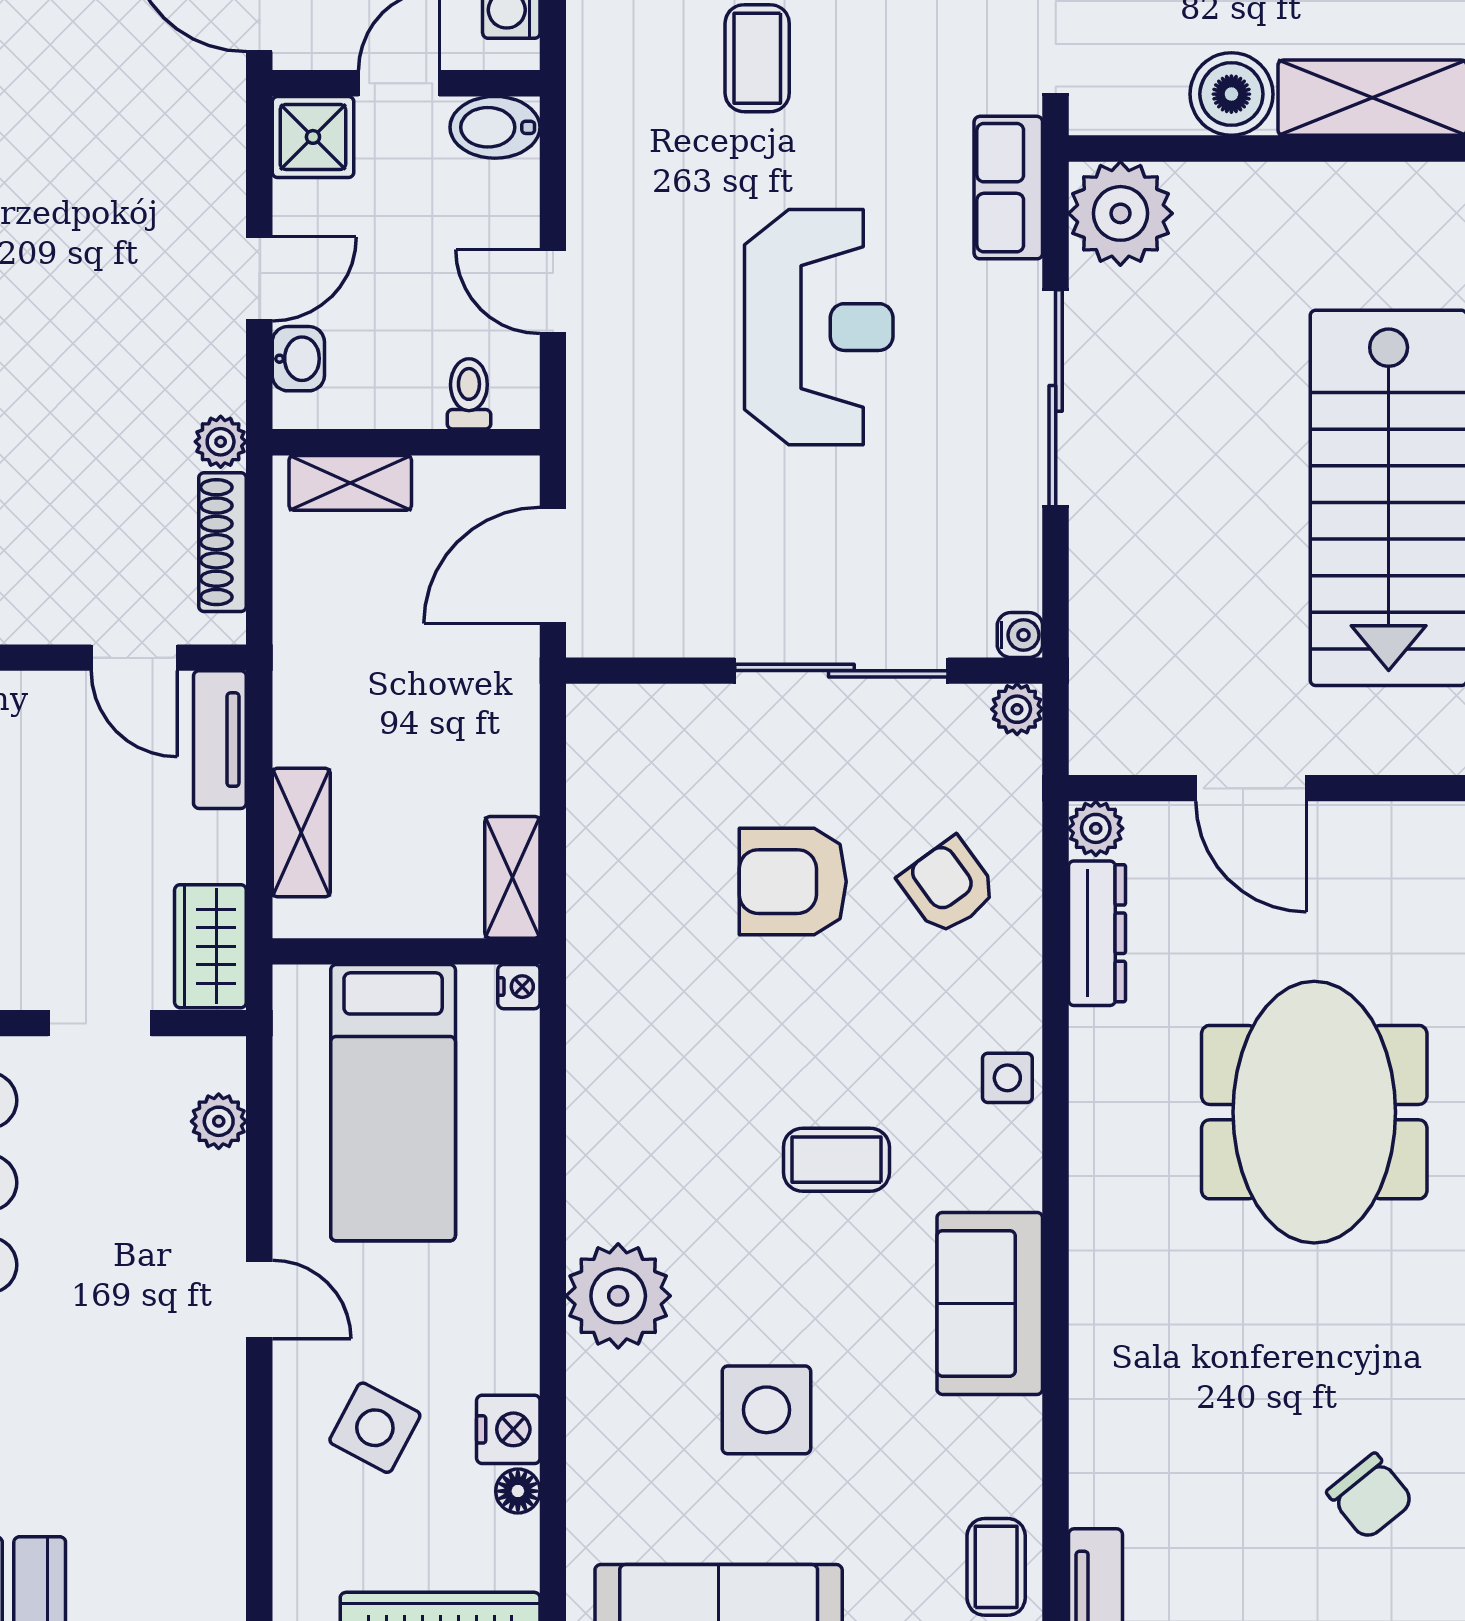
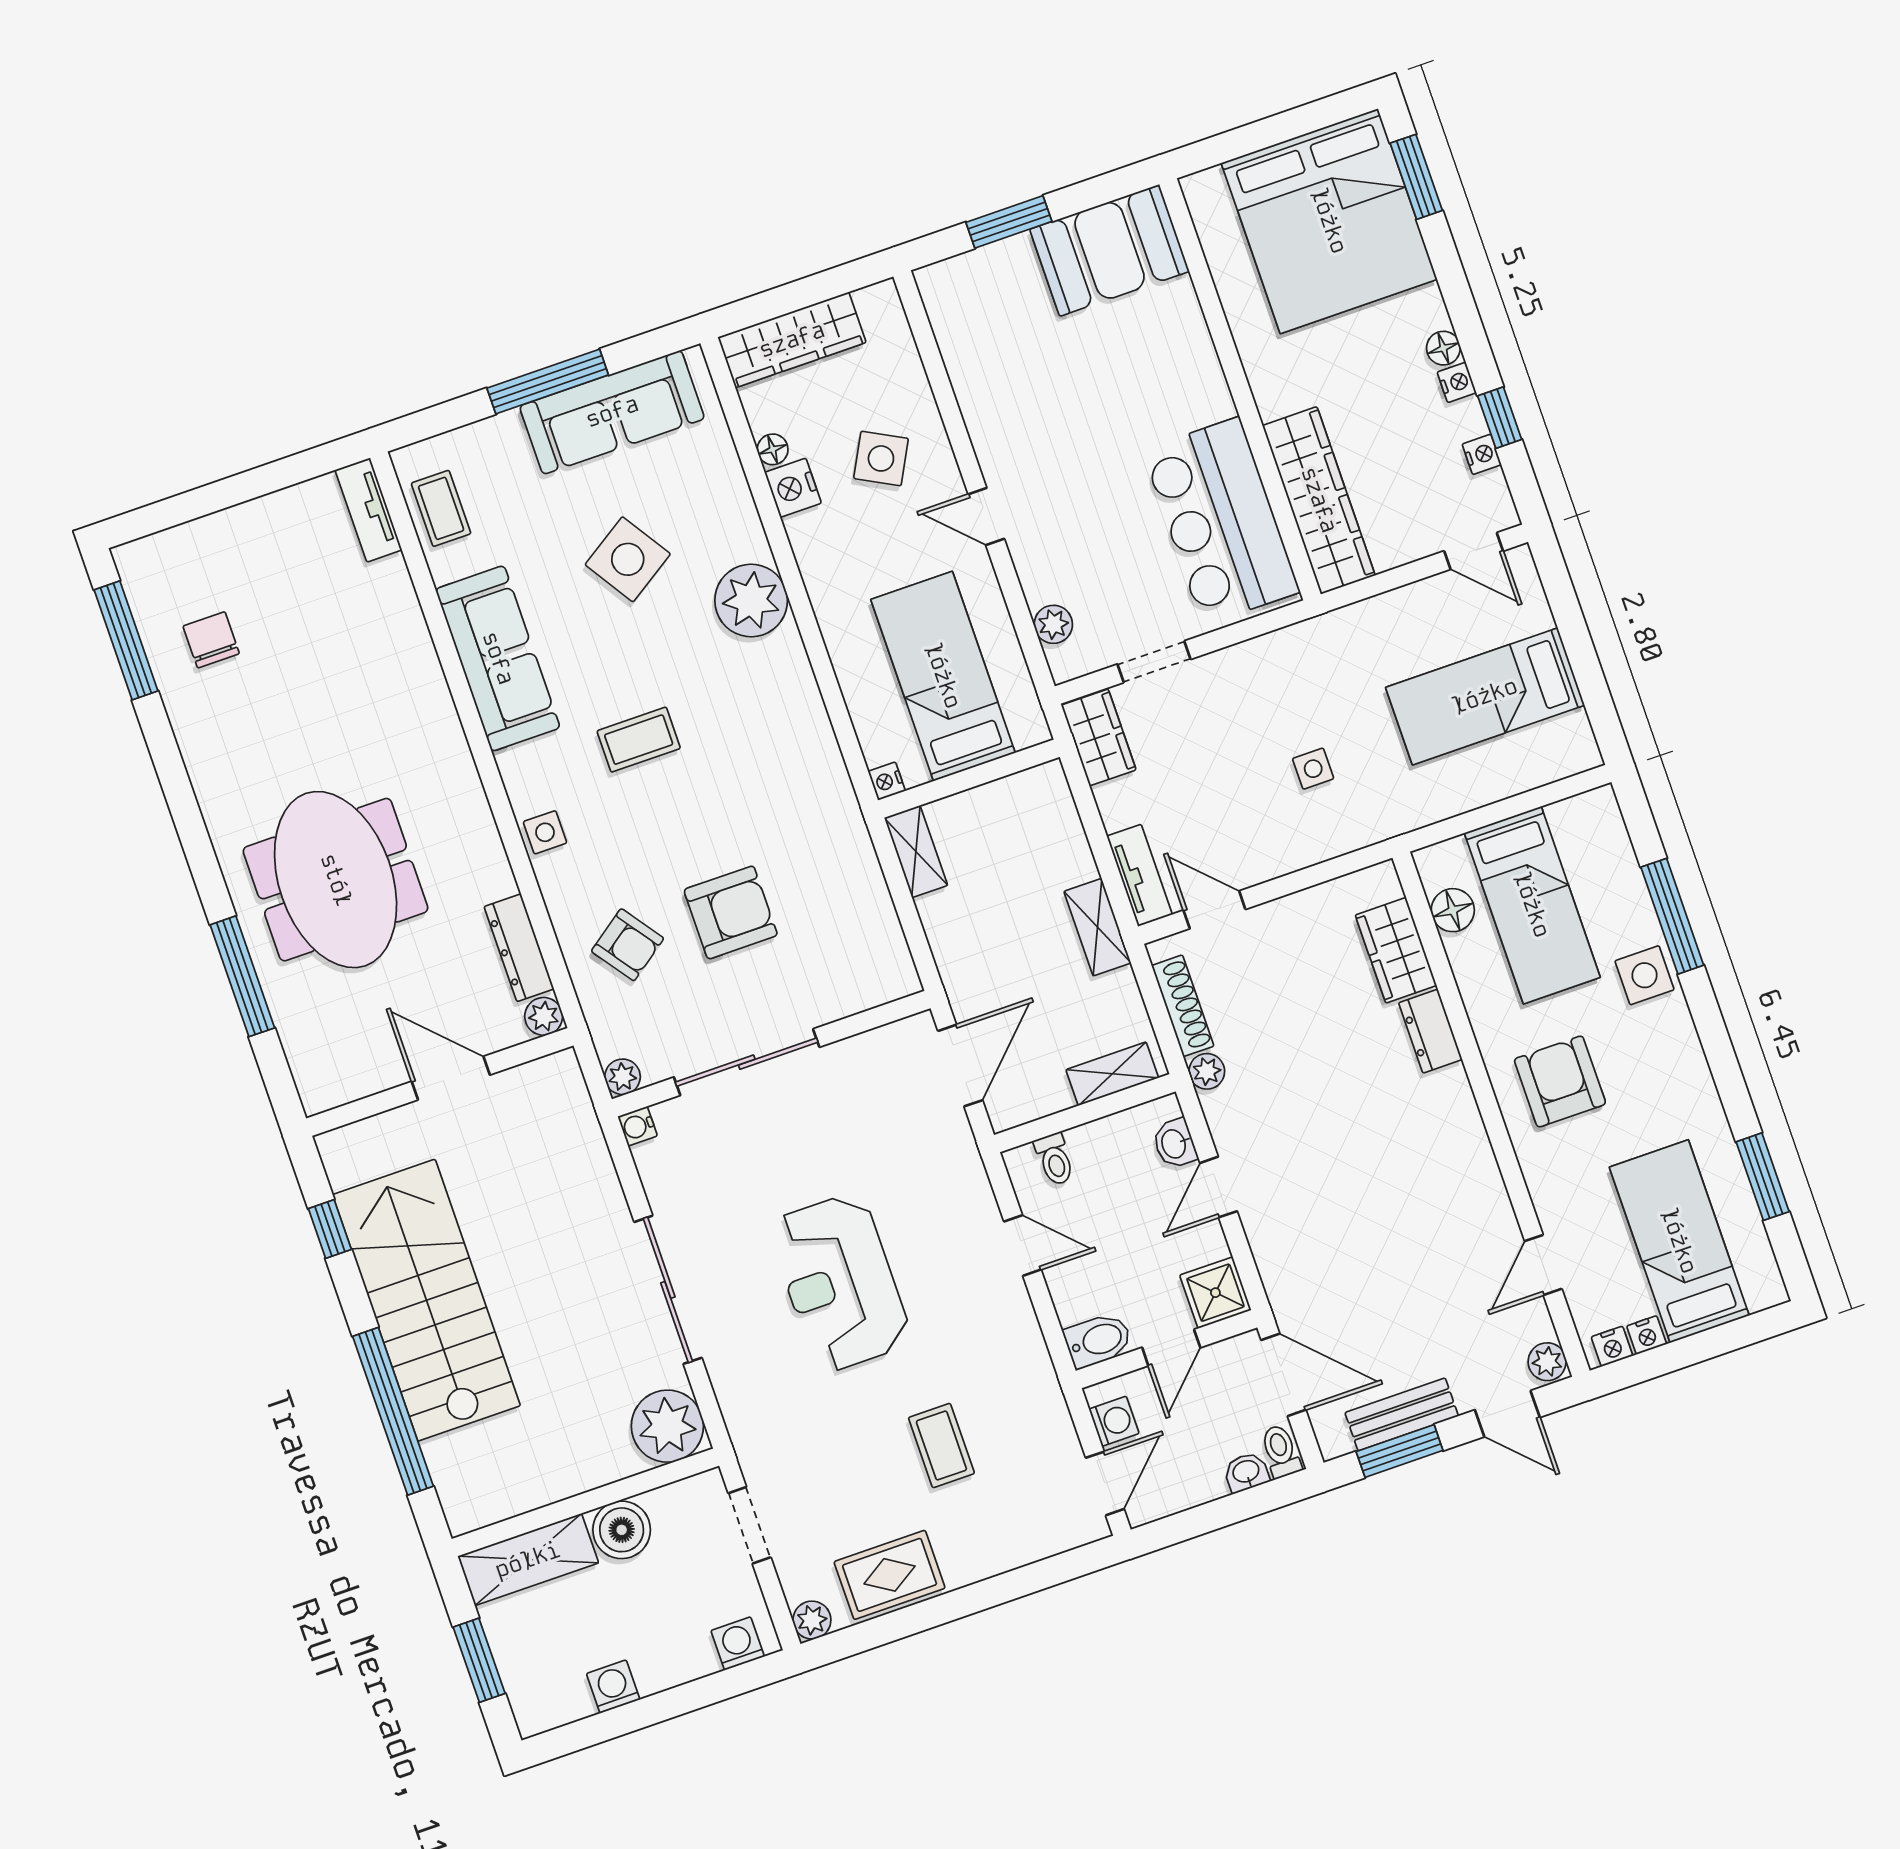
row of seats: (1008, 188) -> (747, 1418), removed
shelving: (301, 833) -> (1098, 927), moved
sofa: (990, 1303) -> (498, 658), width x1.36
side table: (766, 1410) -> (628, 559), turned -33
chair: (1370, 1496) -> (211, 640), turned 39

